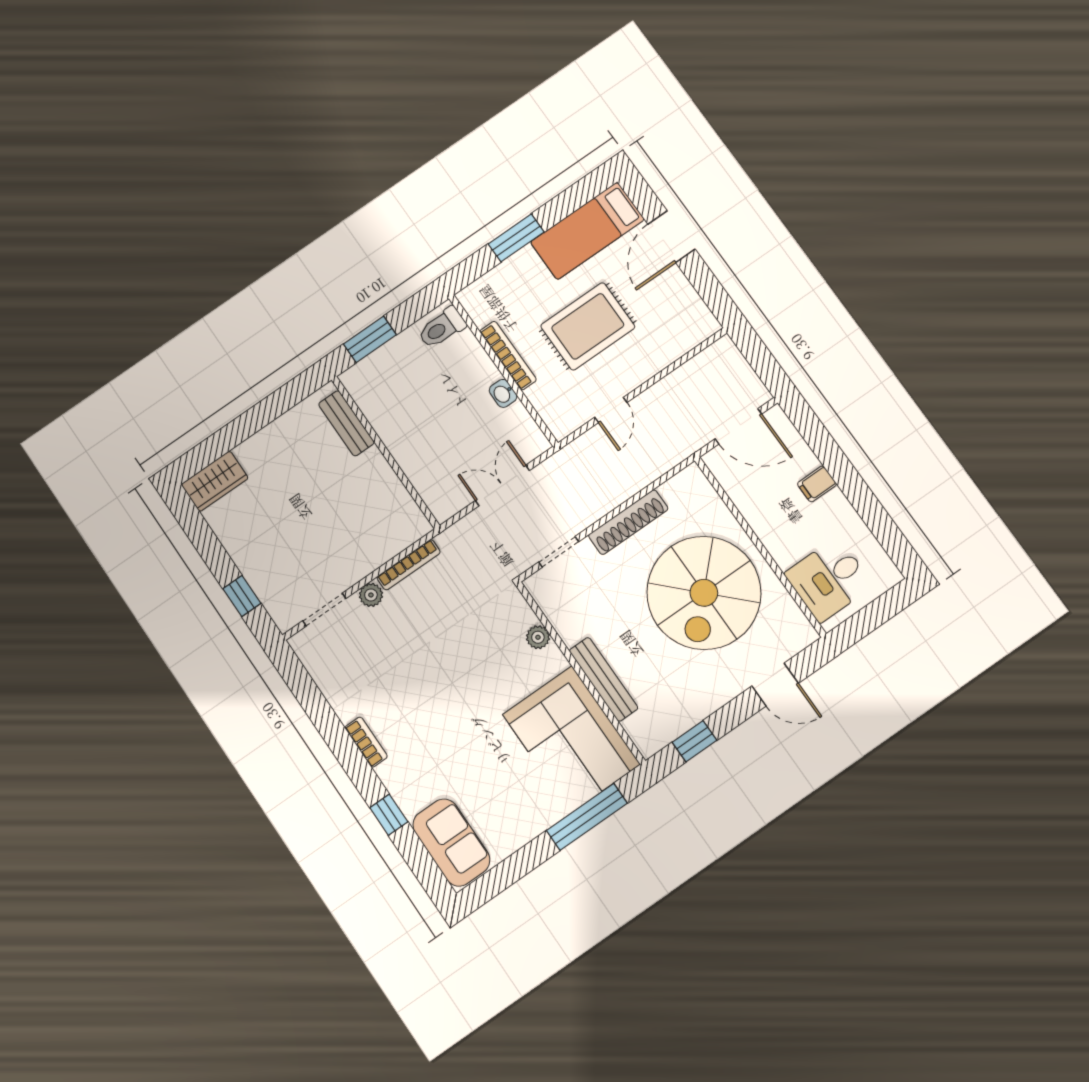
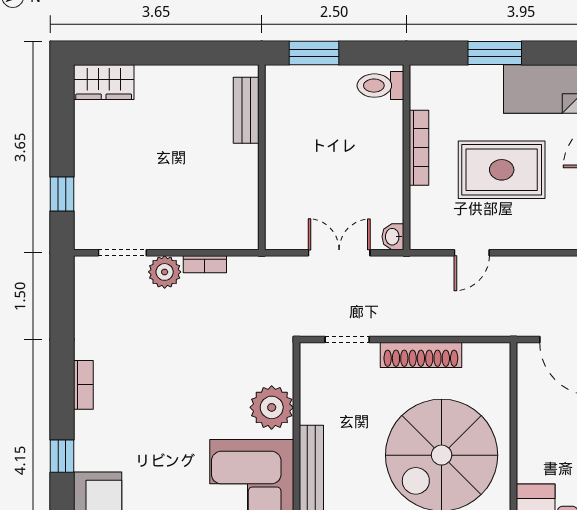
washbasin: (503, 393) -> (393, 237), moved
bookcase: (409, 565) -> (205, 264), width x0.64
plant: (371, 595) -> (165, 272), width x1.38, depth x1.38
plant: (538, 637) -> (272, 407), width x1.88, depth x1.88

